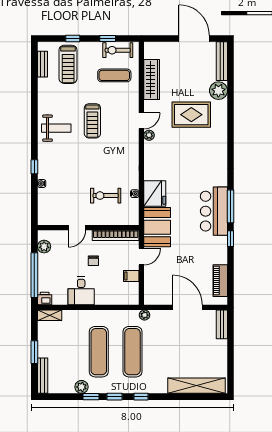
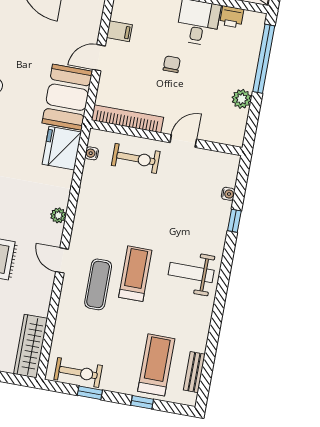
exercise mat: (114, 75) -> (98, 284), moved, turned 90
wardrobe: (152, 79) -> (31, 346), moved
door: (141, 121) -> (62, 260), hinge flipped
plant: (149, 135) -> (58, 215), moved
door: (77, 228) -> (183, 141), moved
wall: (88, 228) -> (166, 138), moved
bookcase: (116, 235) -> (127, 119), moved
printer: (45, 299) -> (232, 17), moved

